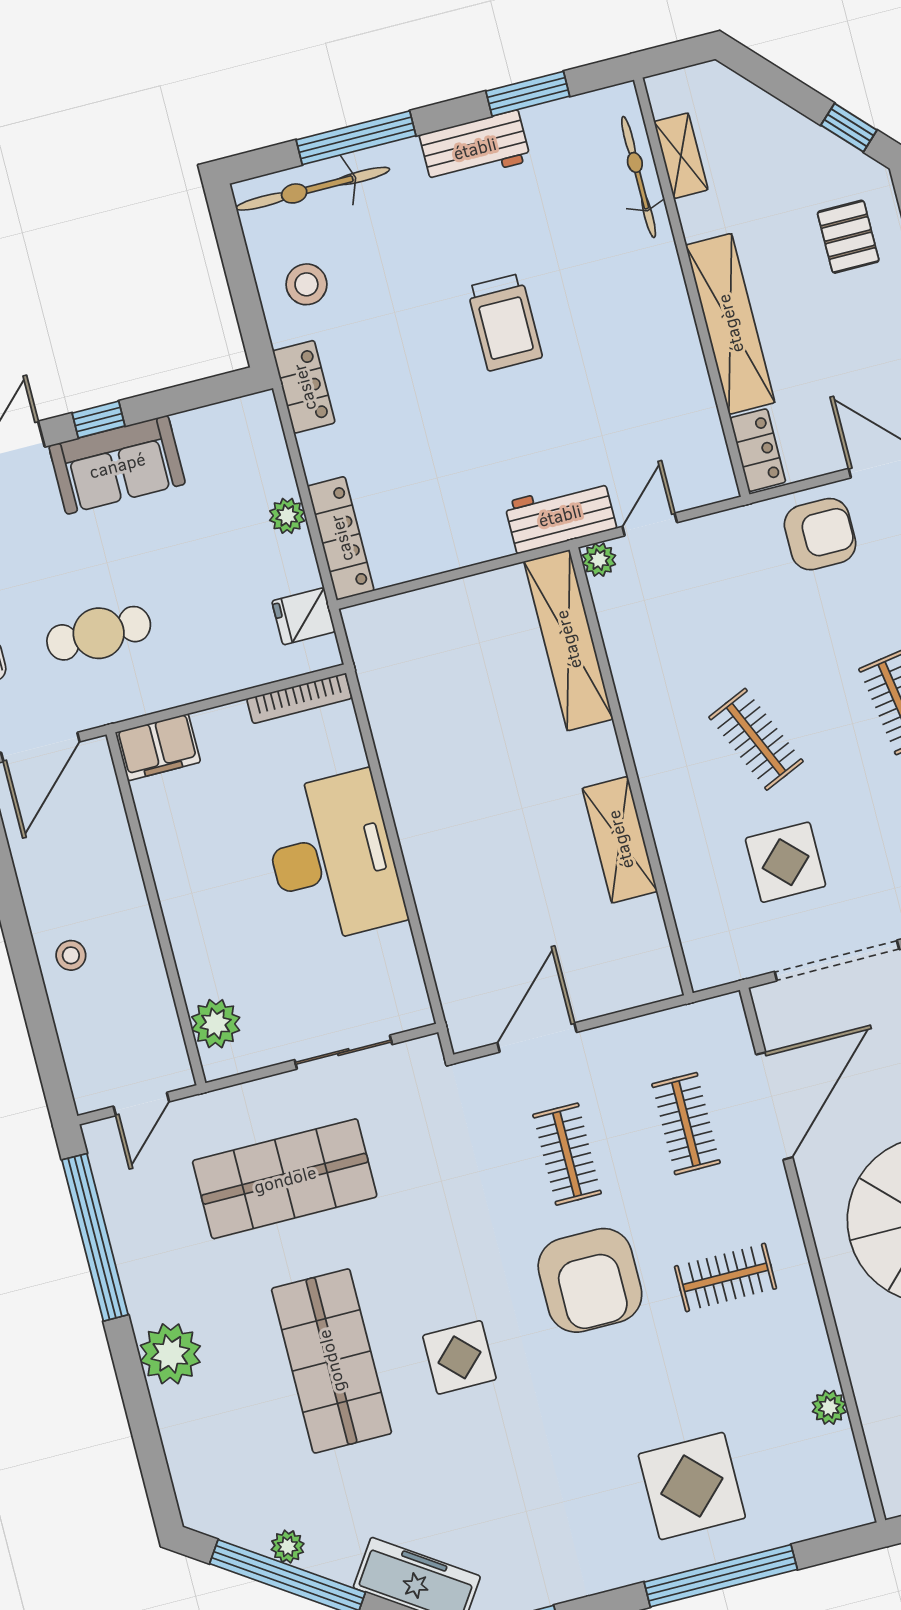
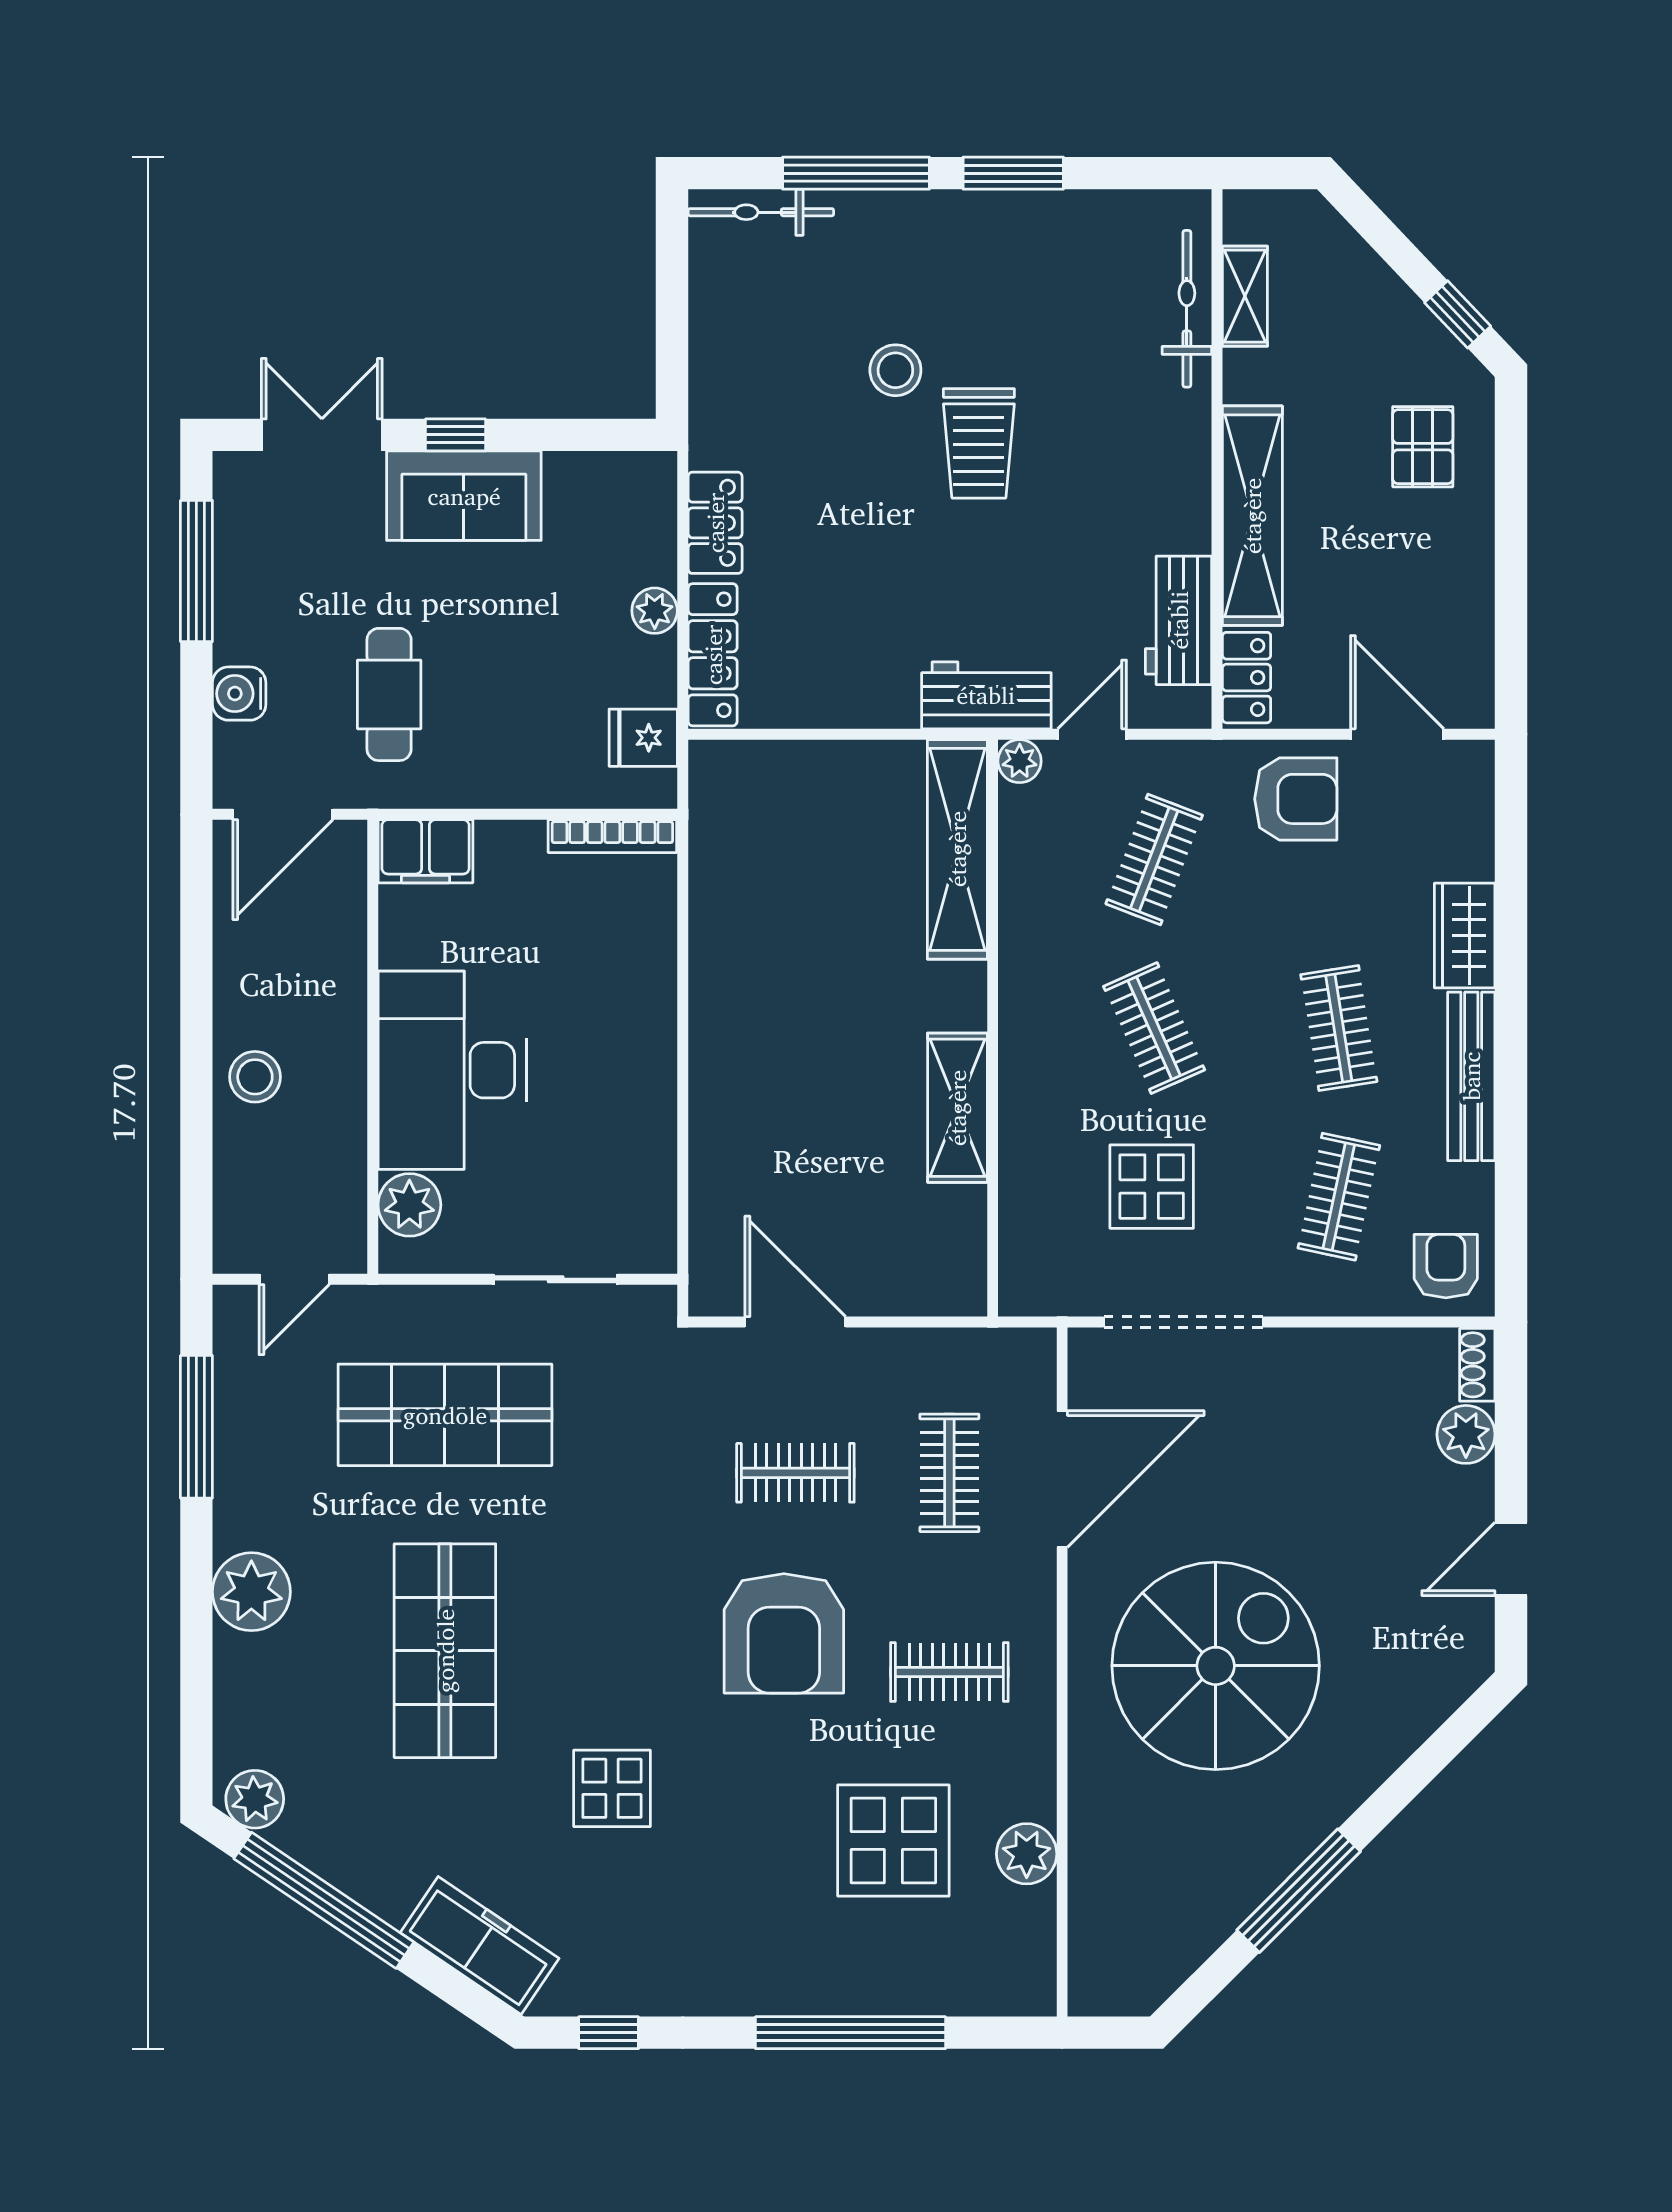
window: (528, 94) -> (1013, 173), moved
workbench: (475, 148) -> (1179, 620), moved, turned 90
bicycle: (313, 189) -> (761, 212), width x0.73, depth x0.71
stool: (306, 284) -> (895, 370), moved
locker: (304, 387) -> (715, 523), moved
clothes rail: (723, 609) -> (1154, 860), added
cafe table: (99, 633) -> (389, 694), turned 90
desk: (333, 858) -> (452, 1070), moved, turned 180
stool: (71, 955) -> (255, 1077), width x1.37, depth x1.37
door: (537, 1038) -> (795, 1322), hinge flipped
clothes rail: (567, 1154) -> (795, 1473), turned 90
window: (95, 1237) -> (196, 1427), width x0.68
display table: (459, 1357) -> (612, 1788), moved
plant: (829, 1407) -> (1027, 1854), width x1.38, depth x1.38
display table: (692, 1486) -> (893, 1840), moved
plant: (288, 1547) -> (255, 1799), moved, width x1.38, depth x1.38

